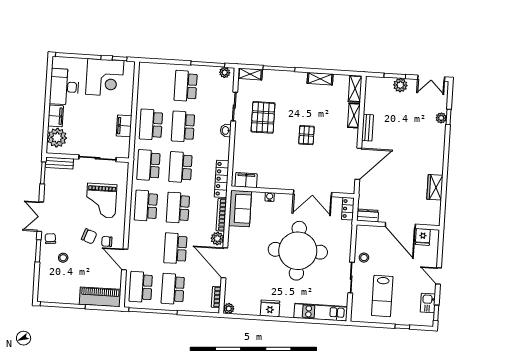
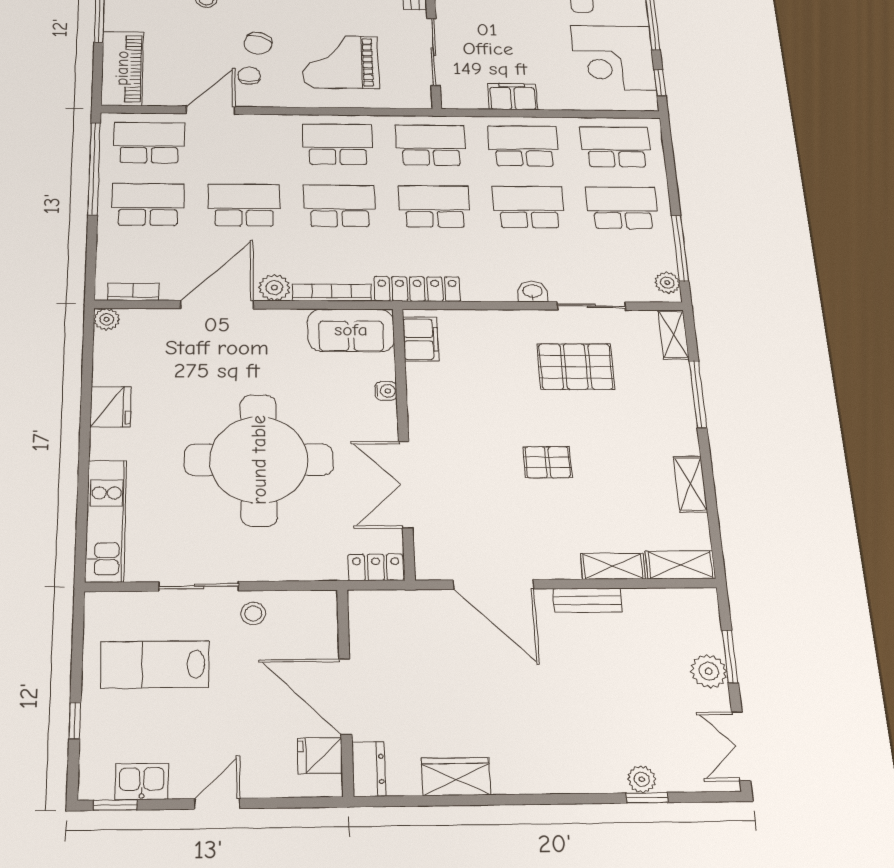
school desk: (154, 84) -> (616, 147), added
dresser: (368, 215) -> (369, 769), moved
door: (400, 225) -> (345, 696), hinge flipped

